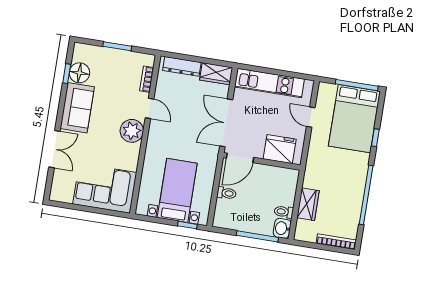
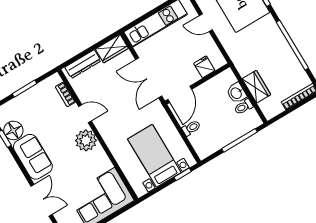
fridge: (280, 149) -> (204, 67), width x0.53, depth x0.75
washbasin: (282, 228) -> (236, 93), moved

